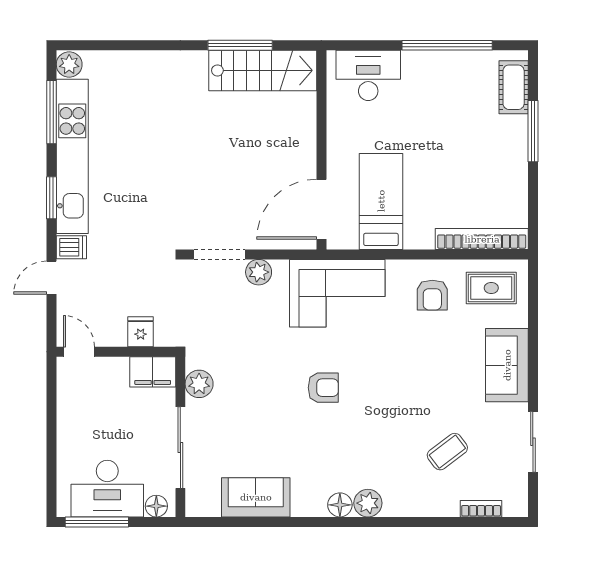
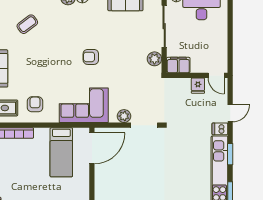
fridge: (141, 332) -> (198, 86), moved

